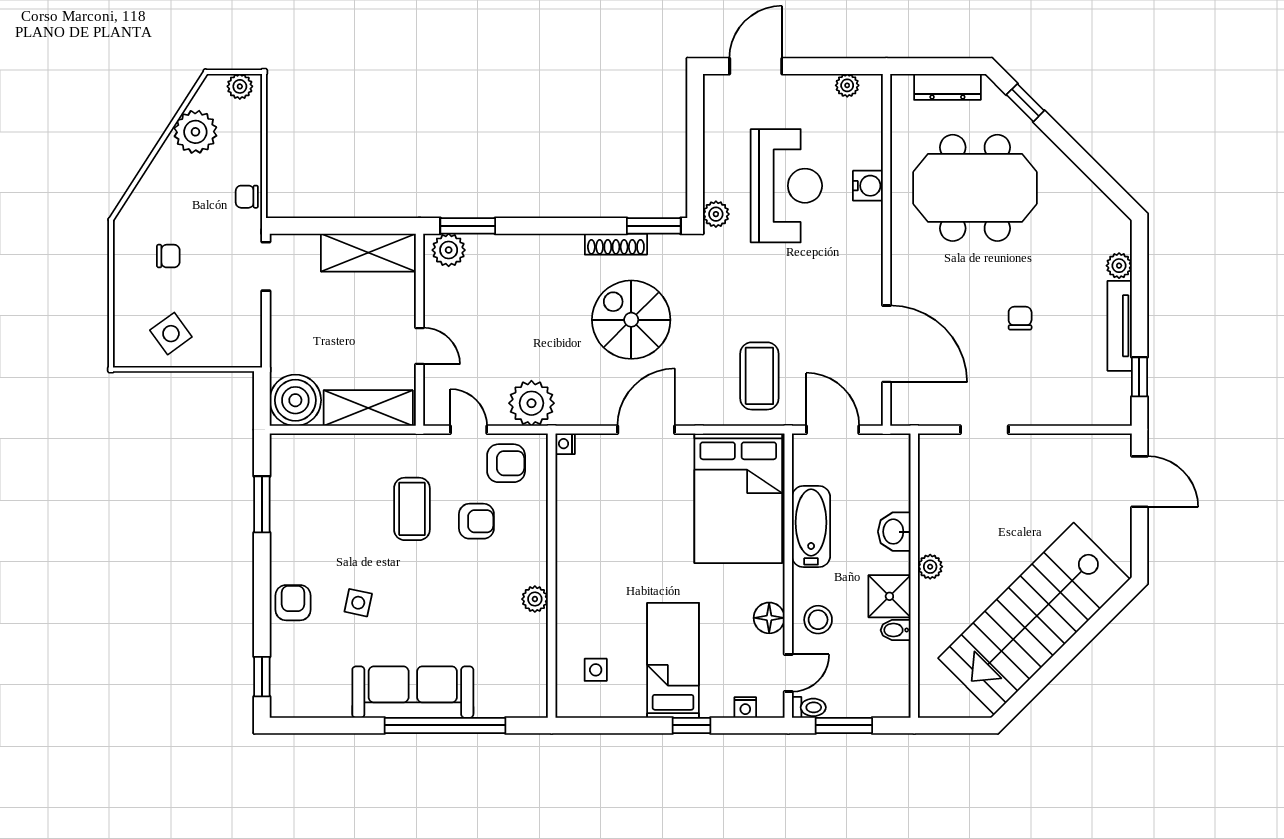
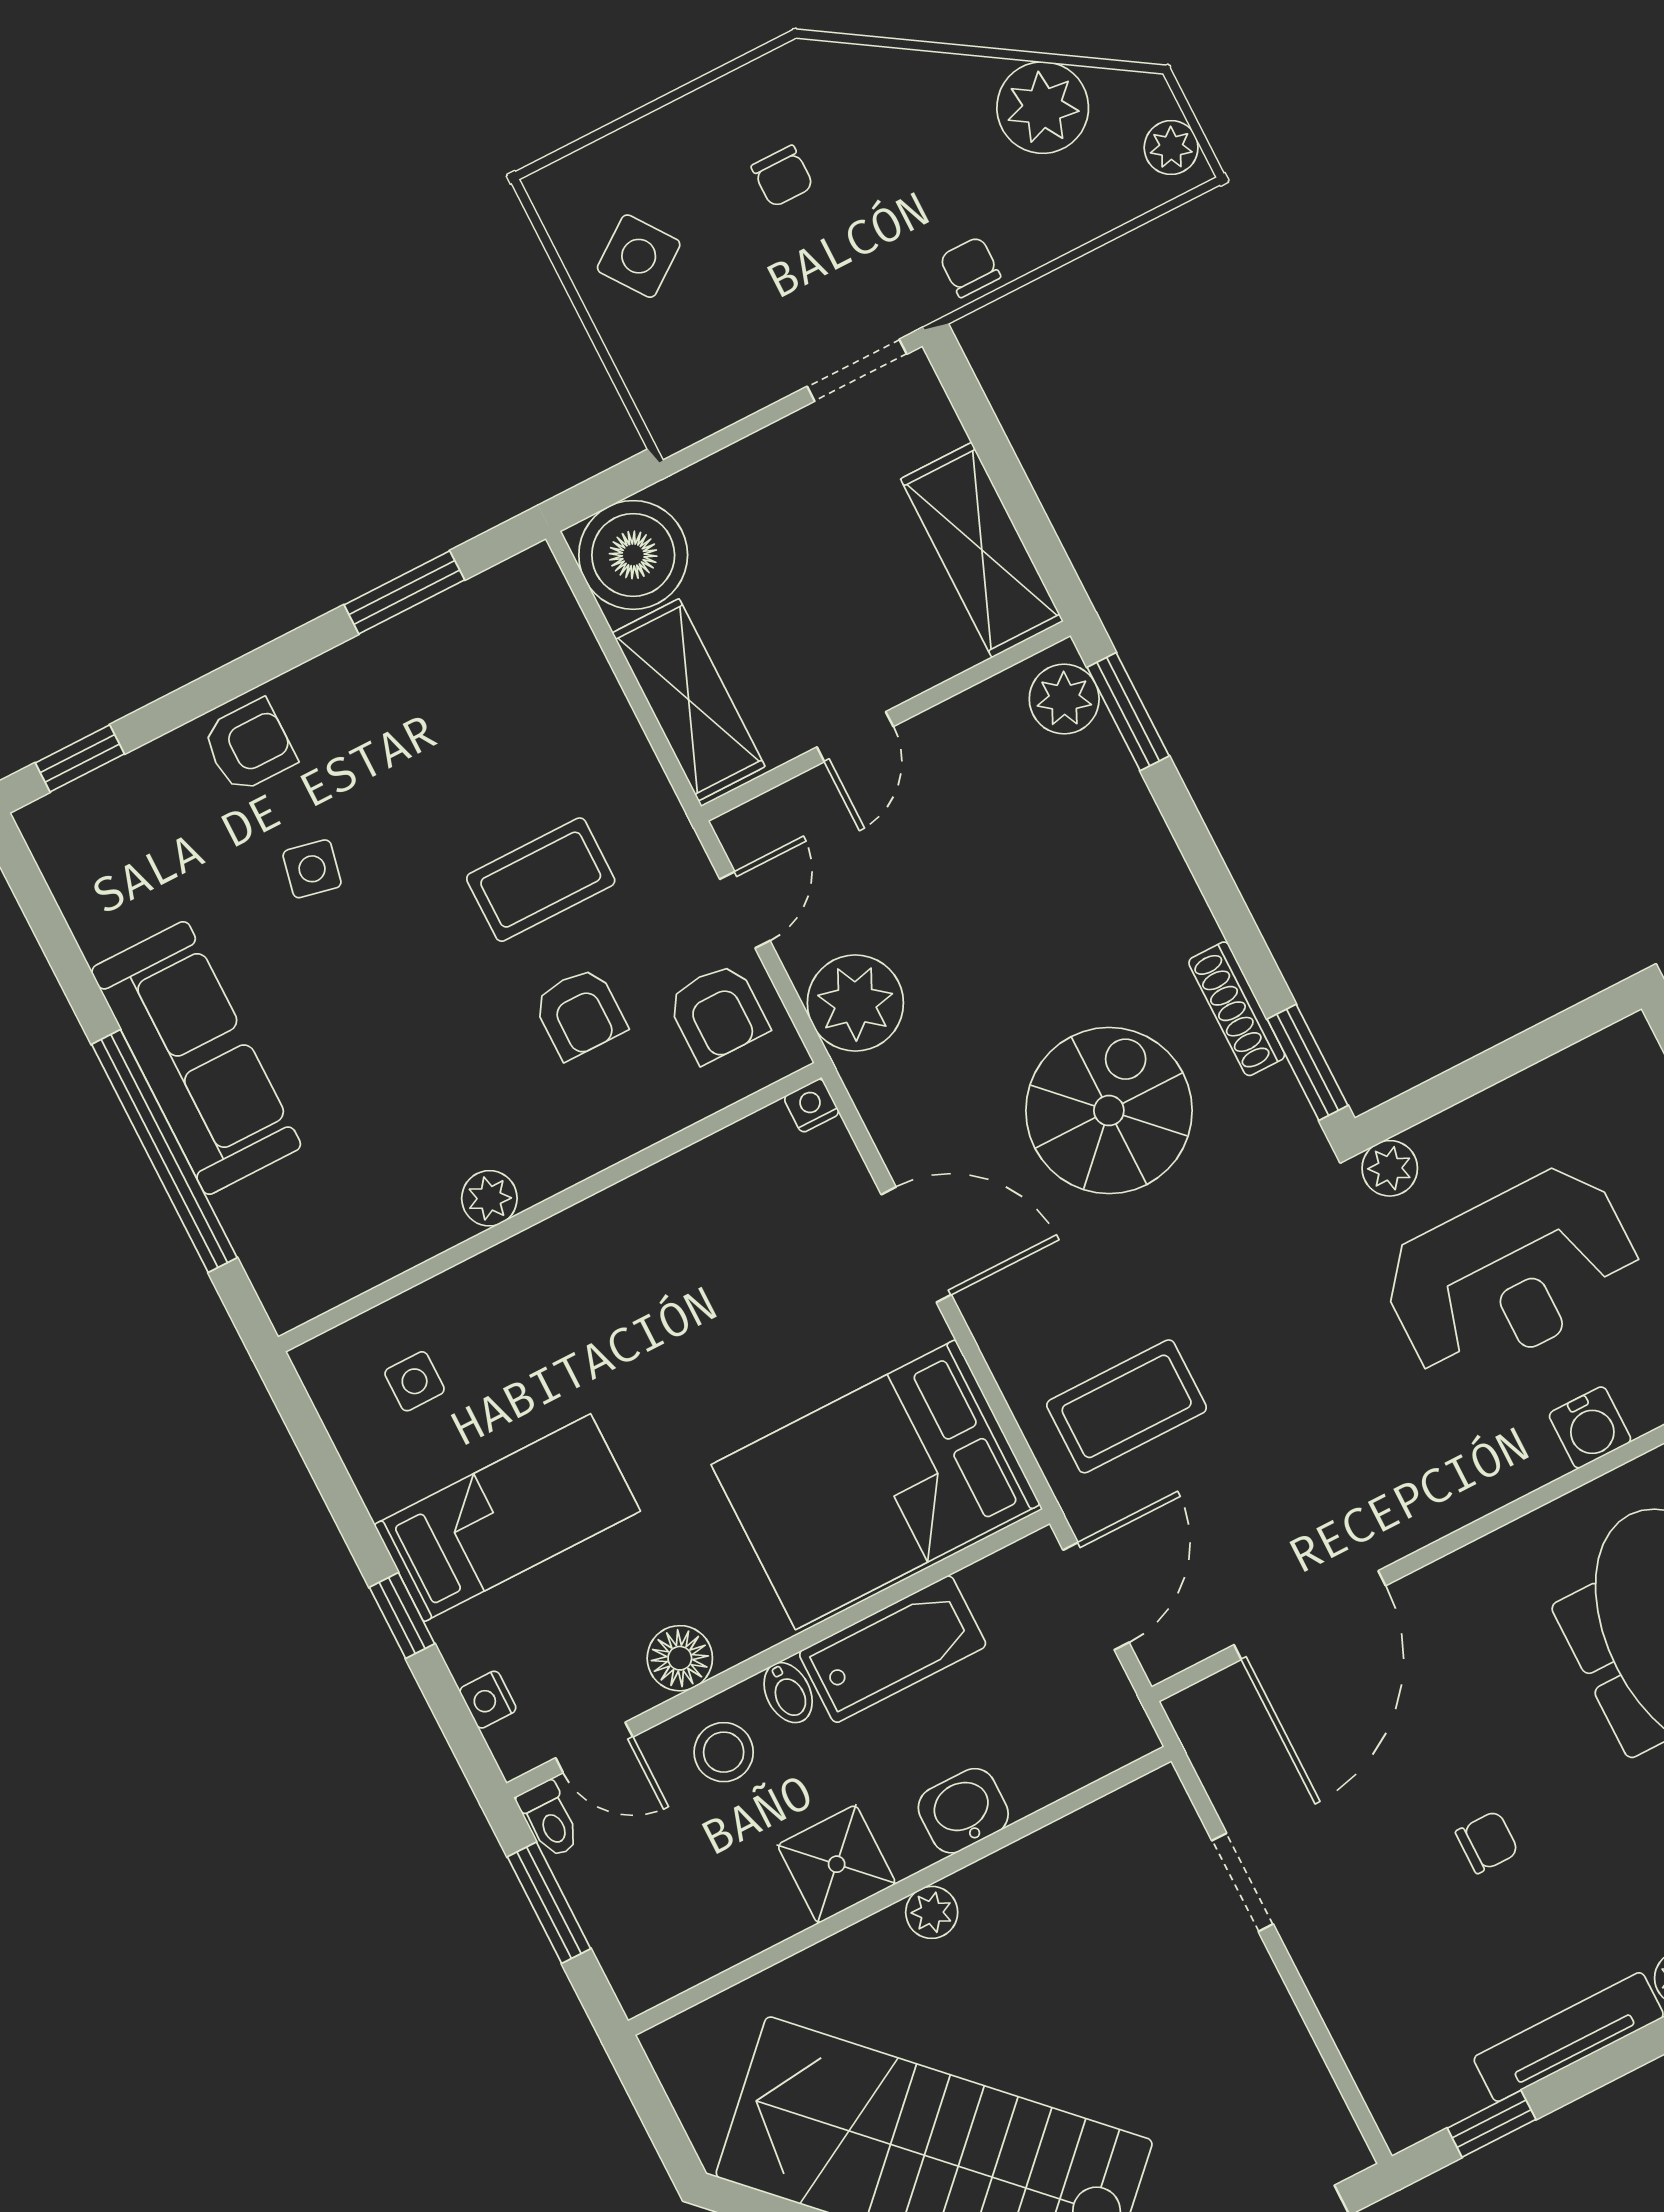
bidet: (896, 630) -> (788, 1693), moved, turned 180

